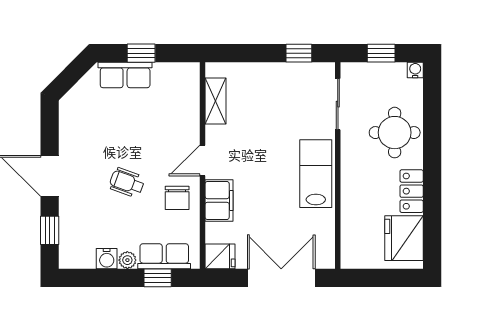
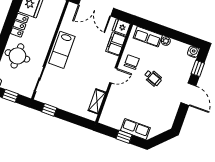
filing cabinet: (219, 200) -> (116, 44), moved
water cooler: (107, 259) -> (193, 52), moved
window: (158, 278) -> (155, 28), removed

